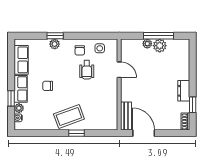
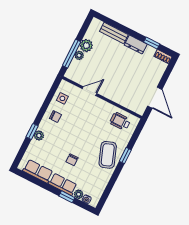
window: (158, 36) -> (72, 54), moved
wheelchair: (87, 70) -> (120, 121), moved, turned 180
bench: (126, 116) -> (114, 33), moved
door: (144, 133) -> (155, 98), swing flipped

